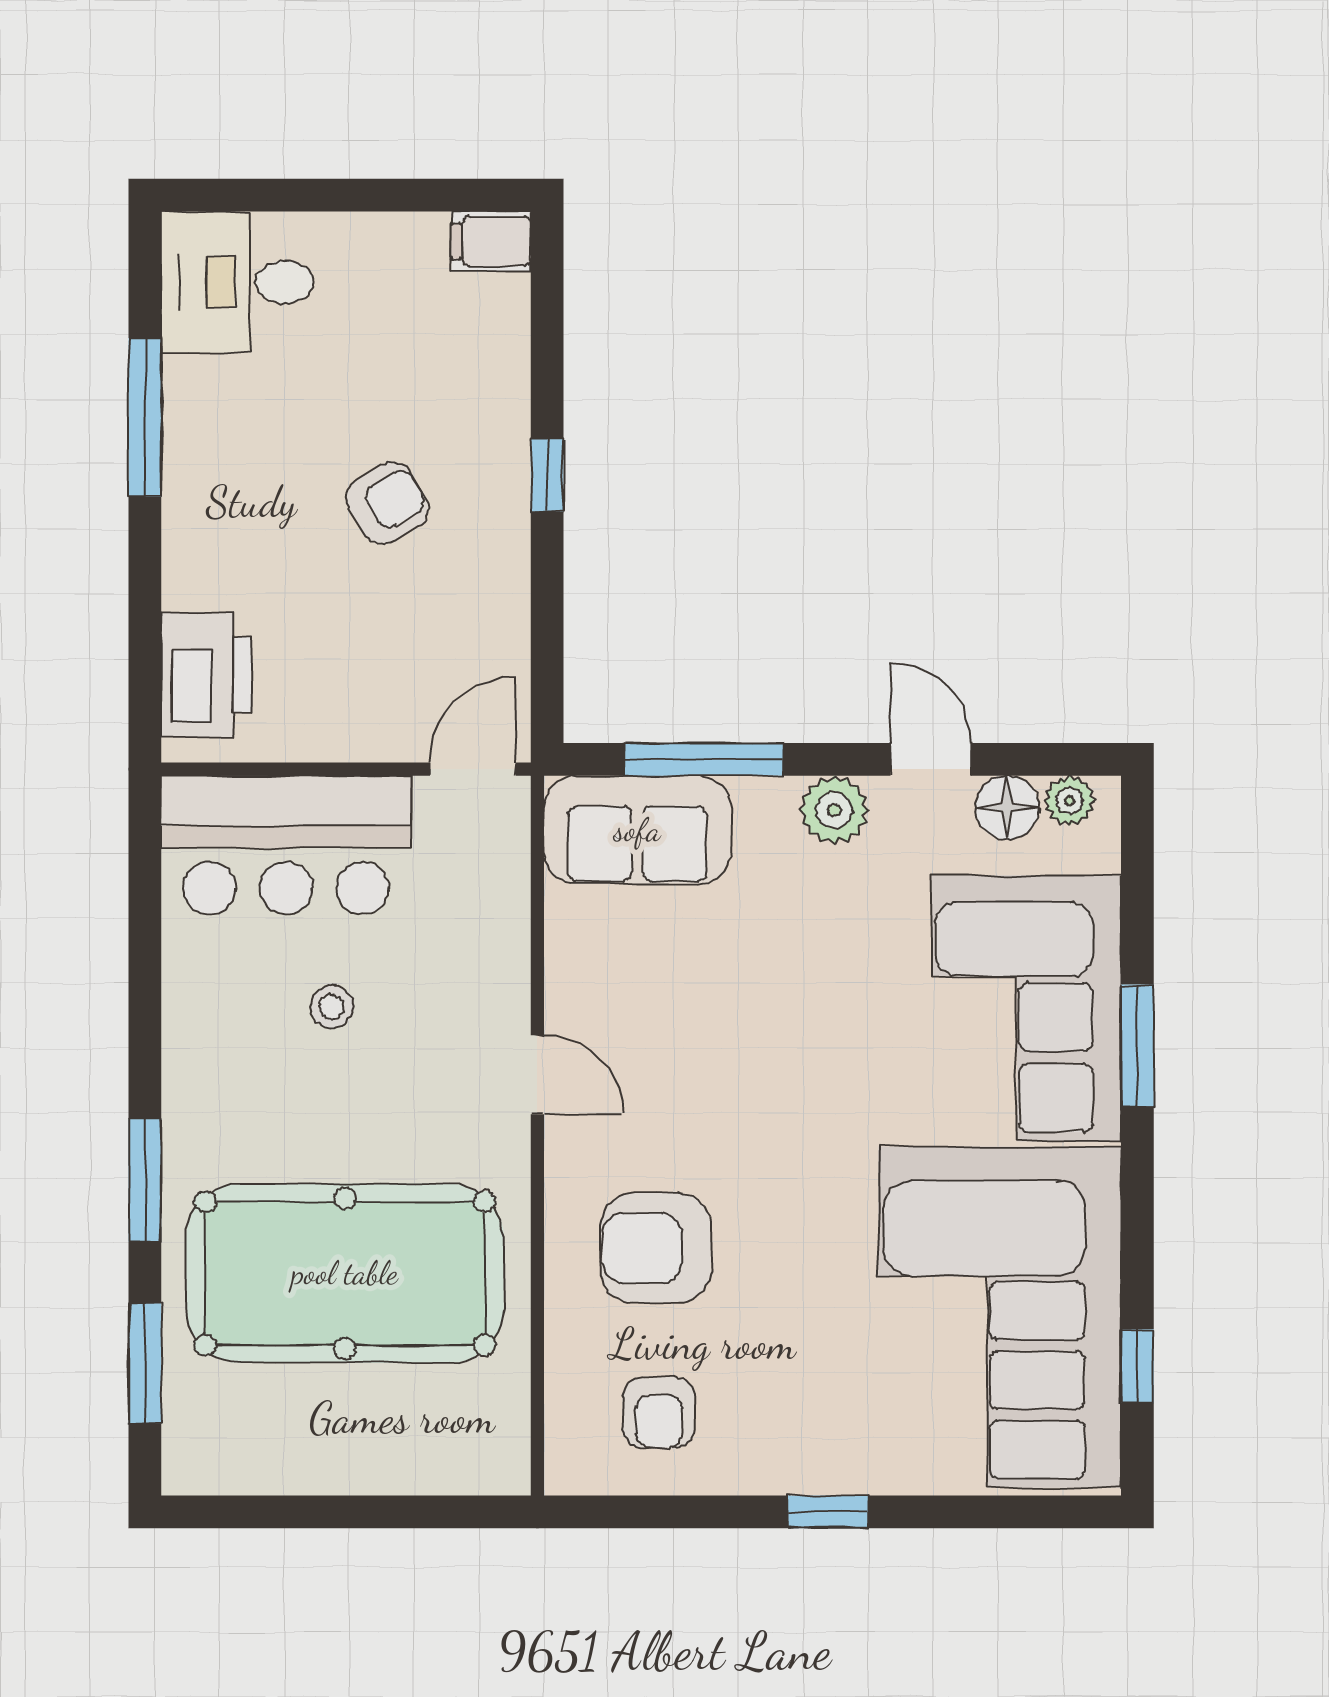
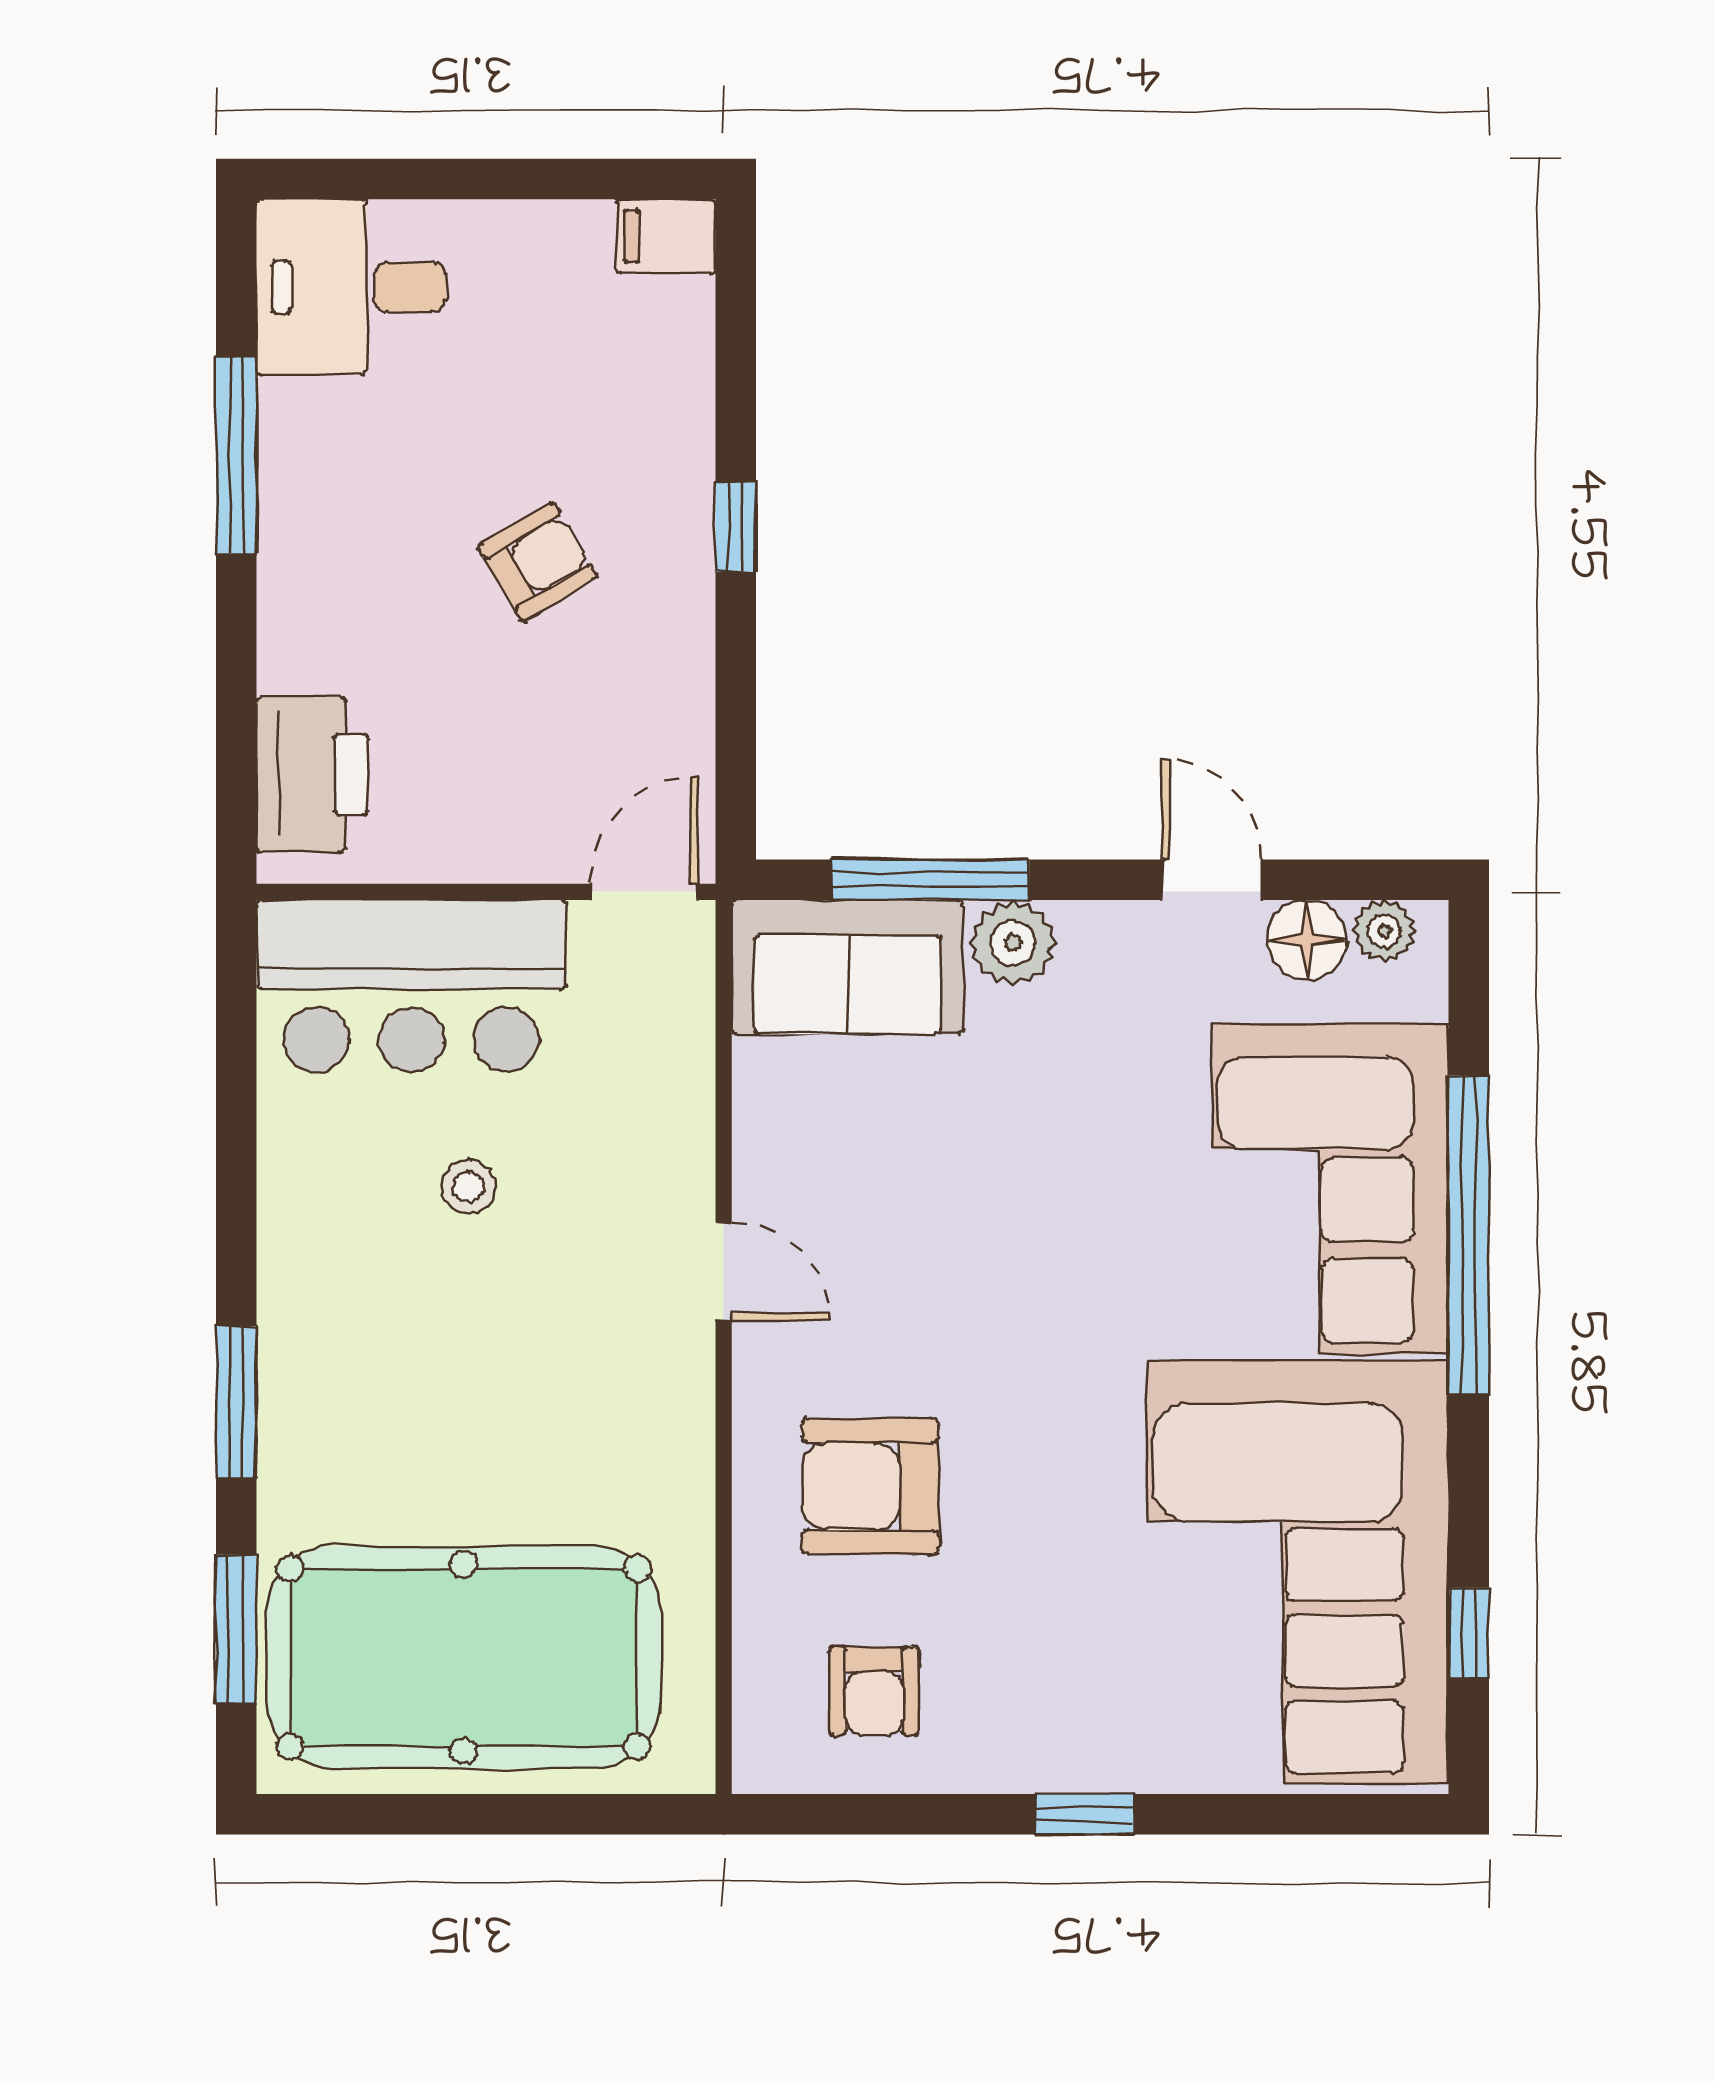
plant: (834, 810) -> (1013, 943), moved
window: (1137, 1046) -> (1469, 1235), width x2.11
pool table: (345, 1273) -> (464, 1657), moved

